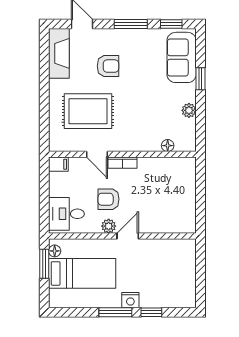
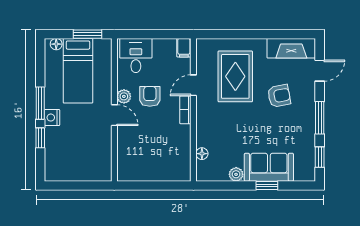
sofa: (182, 57) -> (269, 167), moved
armchair: (108, 66) -> (279, 96), turned -101
floor lamp: (55, 251) -> (56, 44), moved

